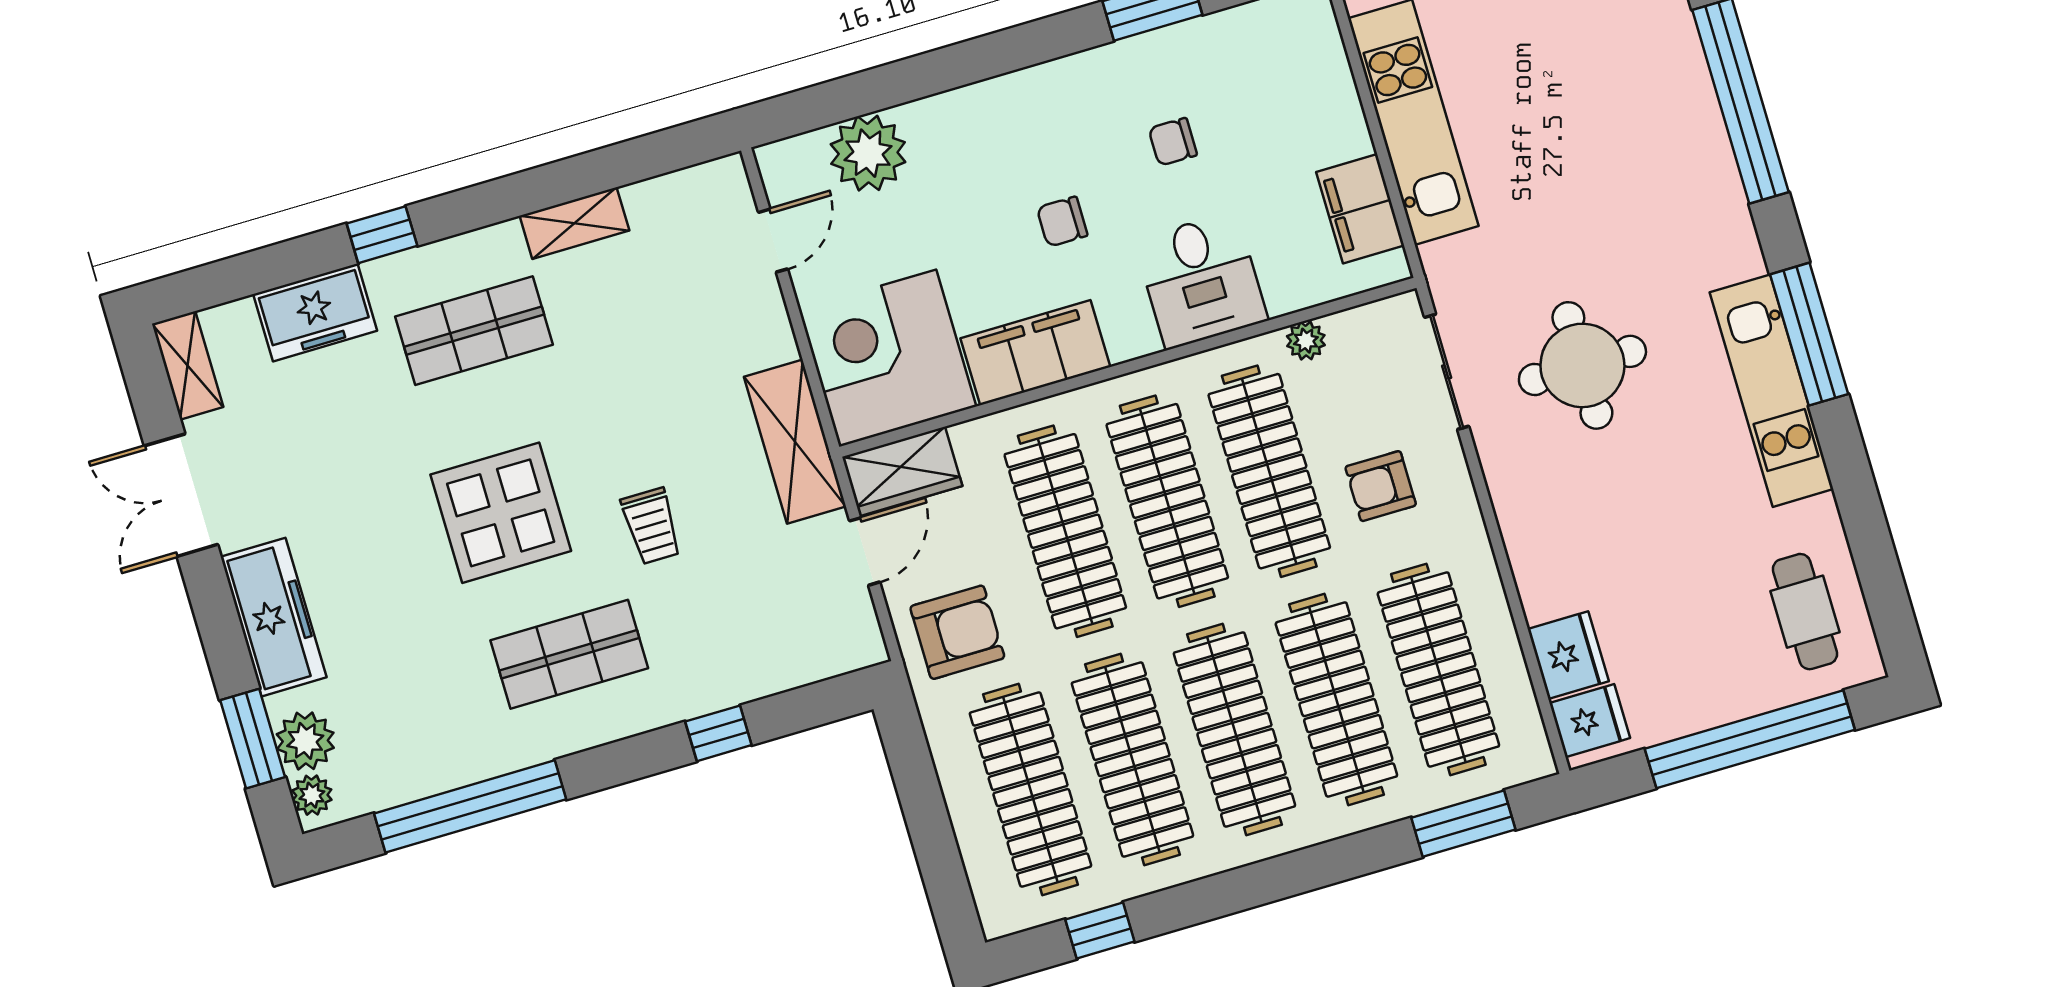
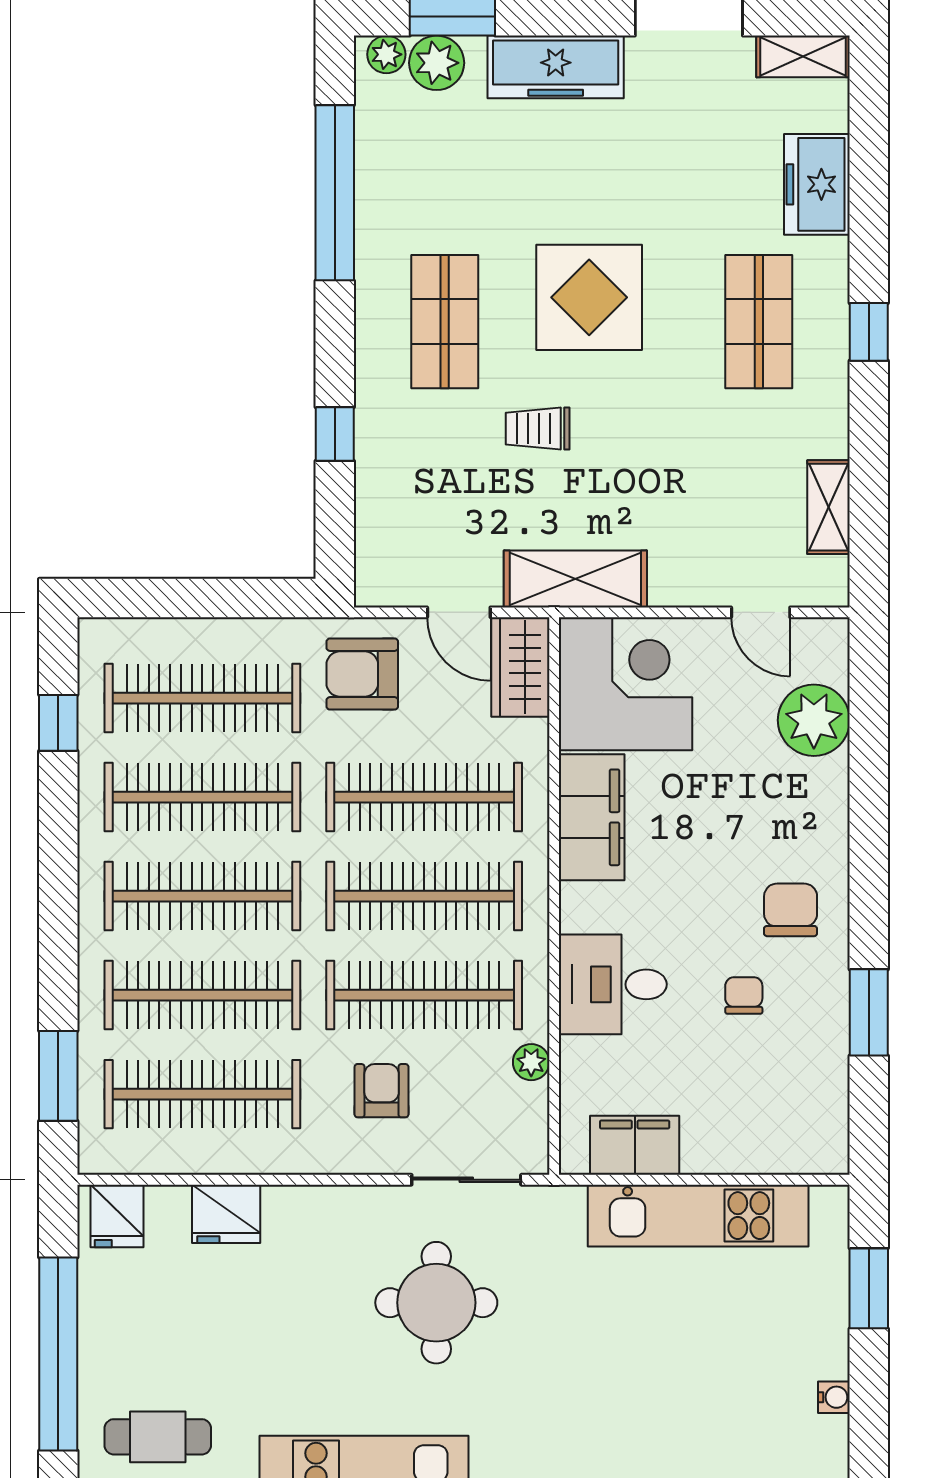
chair: (1062, 222) -> (791, 910), moved, width x1.37, depth x1.37
shelving: (574, 223) -> (829, 507), moved
window: (382, 235) -> (869, 332), moved
armchair: (957, 632) -> (362, 674), turned 90
fridge: (1568, 655) -> (226, 1214), moved

